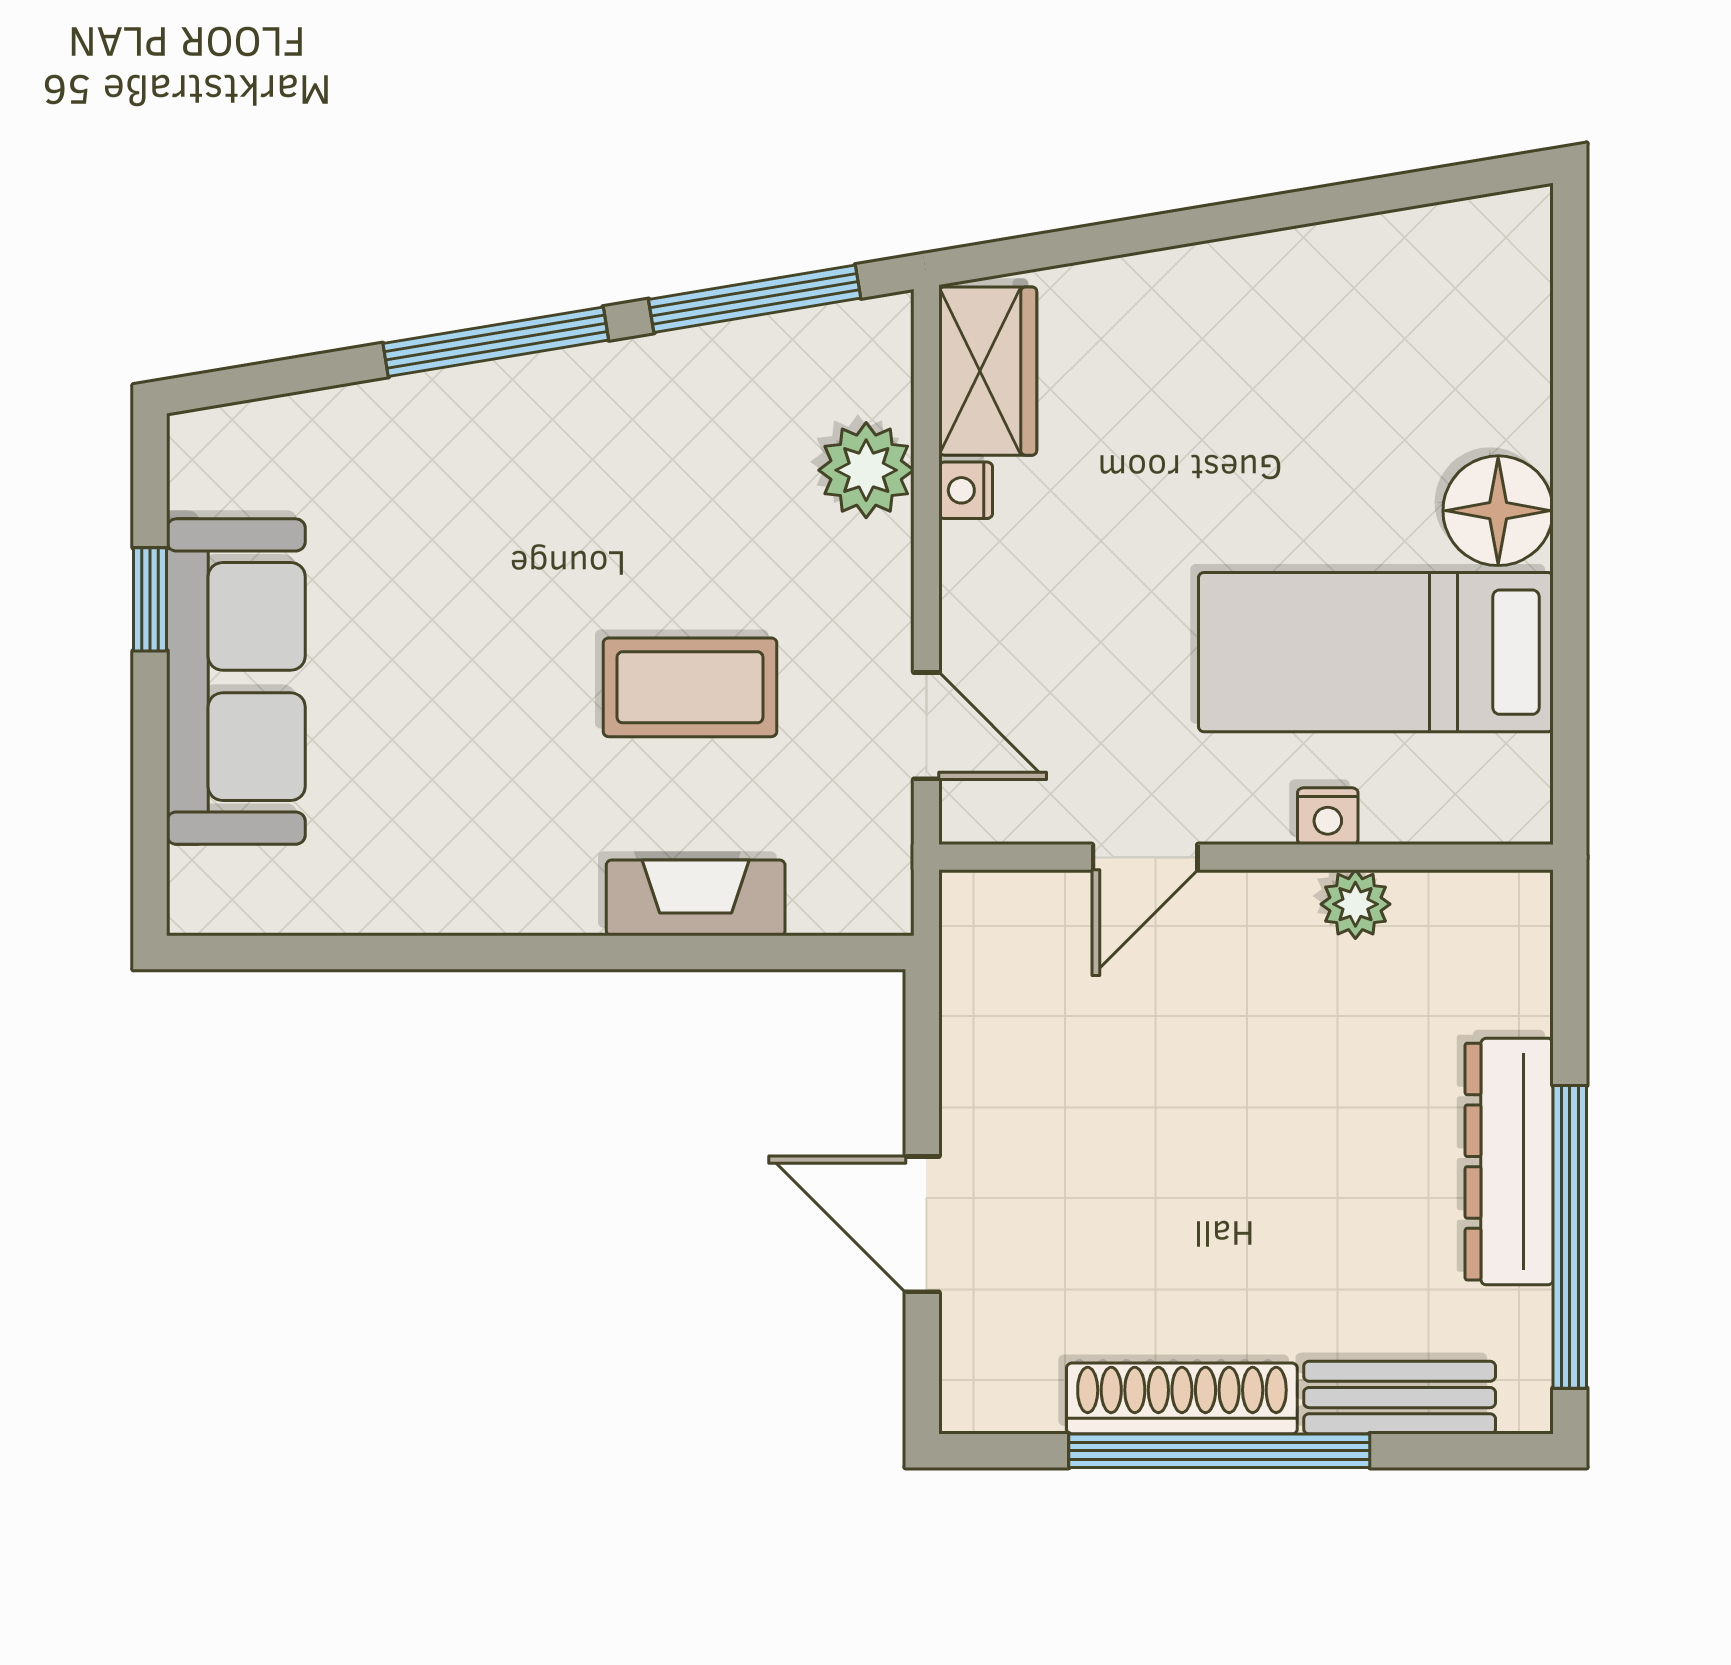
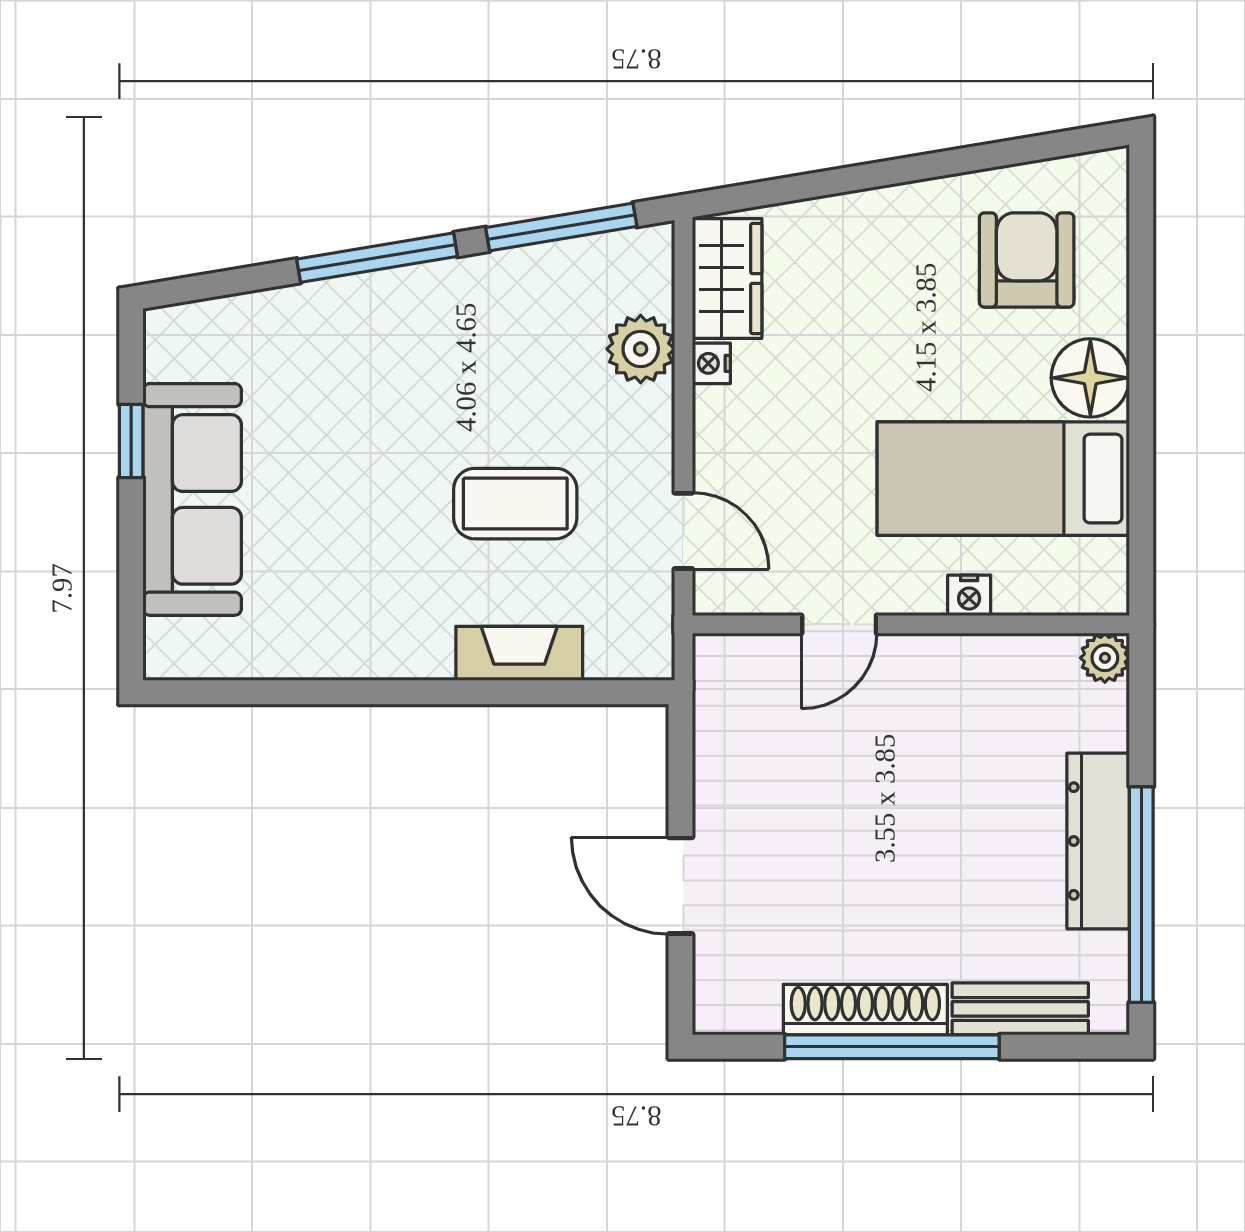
armchair: (1409, 345) -> (1027, 260), added
plant: (1355, 904) -> (1105, 658), moved

